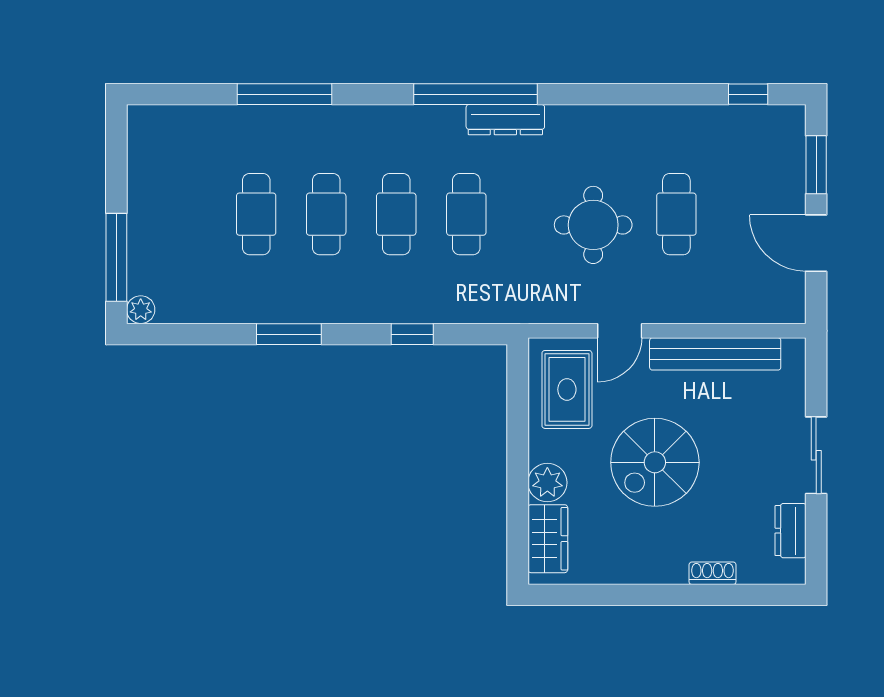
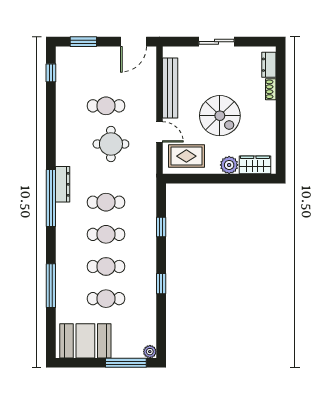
booth: (164, 169) -> (85, 341), added
door: (816, 243) -> (134, 42), moved
window: (289, 334) -> (161, 284), width x0.67
dresser: (791, 531) -> (269, 65), moved, turned 90

